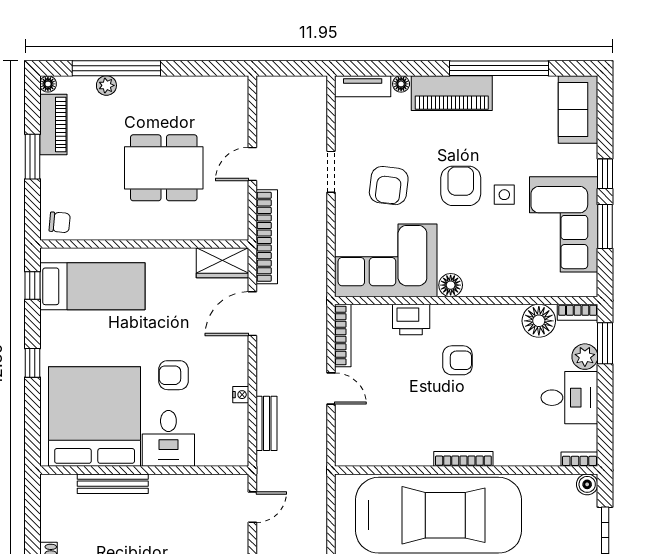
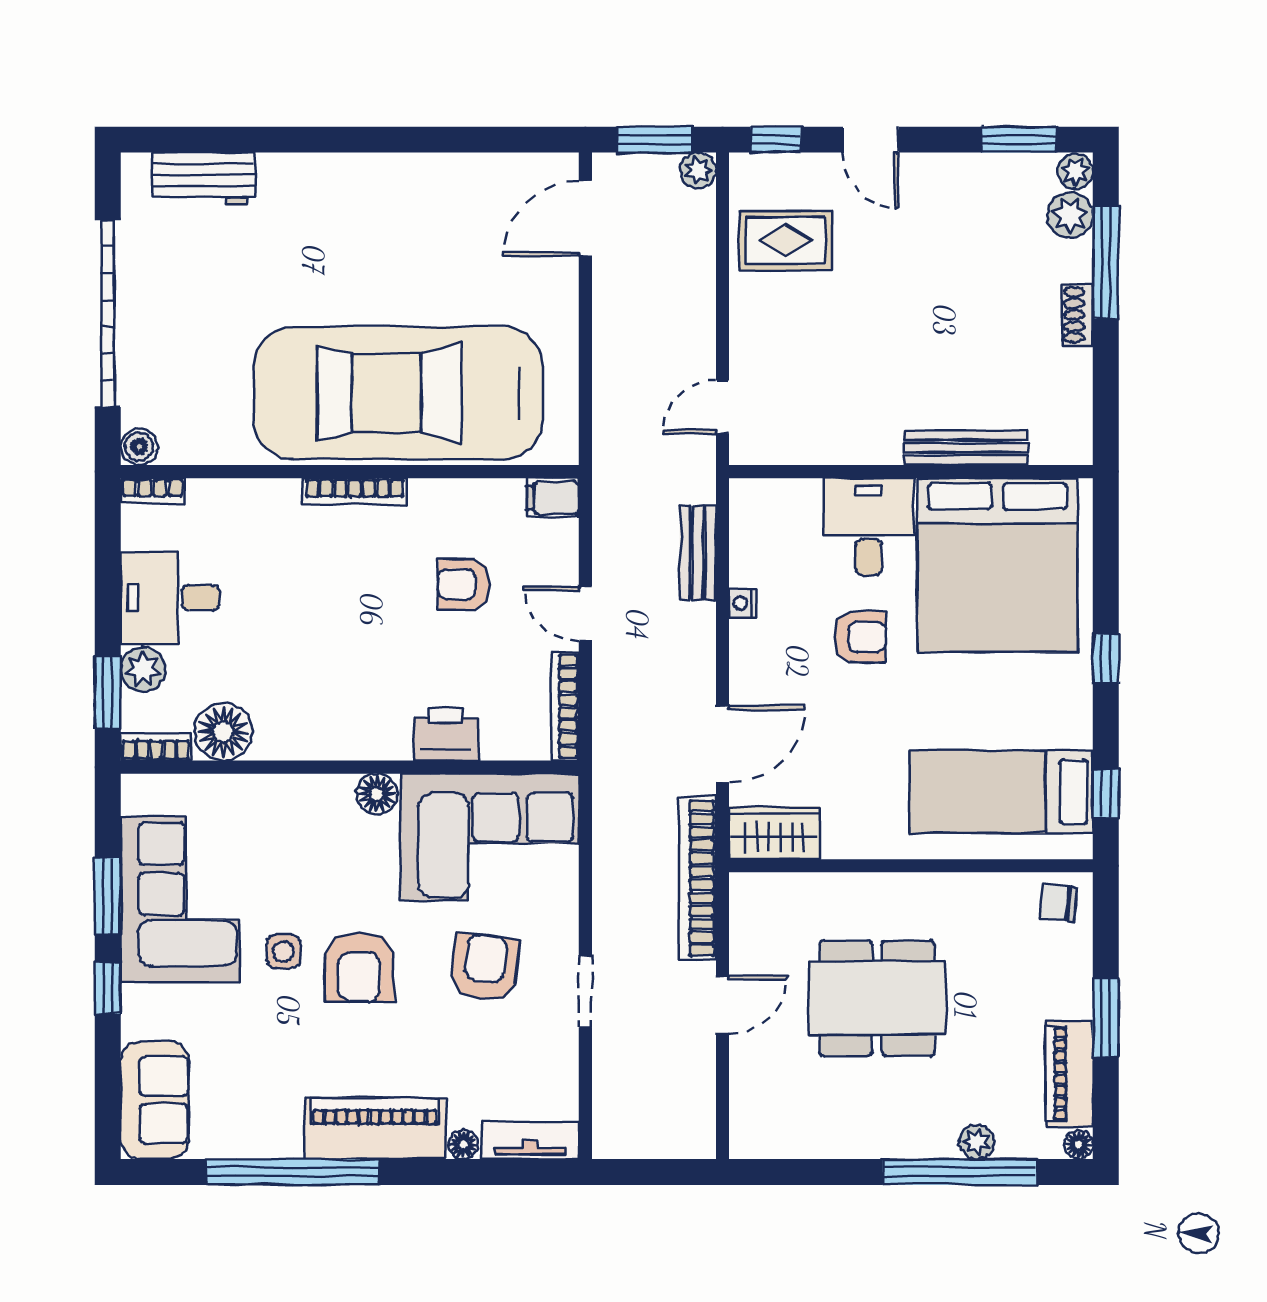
armchair: (457, 360) -> (464, 584), moved
filing cabinet: (350, 455) -> (553, 498), added

